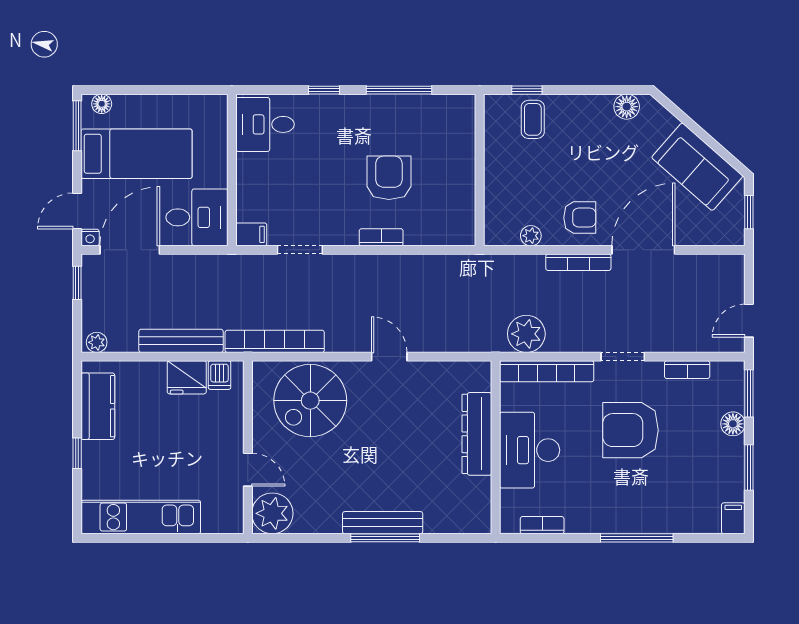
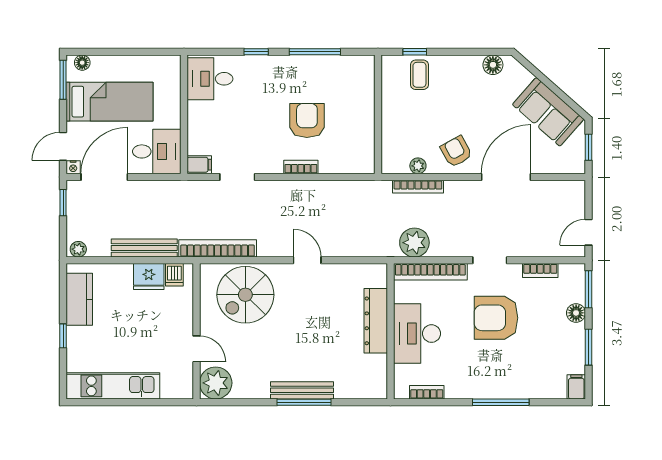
armchair: (580, 218) -> (456, 152), turned -119
bookcase: (578, 262) -> (418, 187), moved

